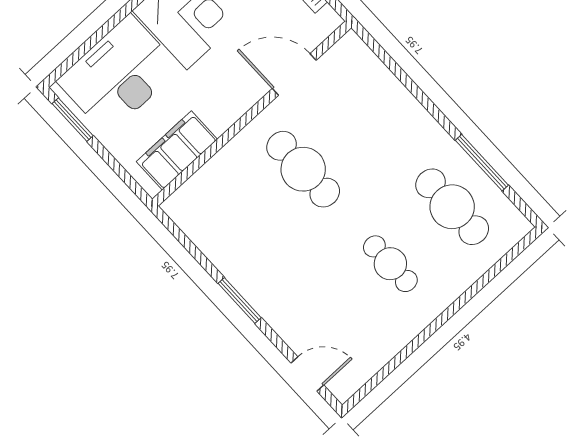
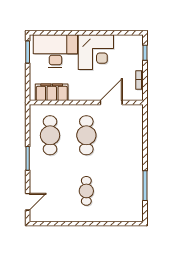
door: (294, 74) -> (111, 103), hinge flipped
cafe table: (452, 207) -> (50, 135), moved
door: (307, 374) -> (28, 202), hinge flipped

